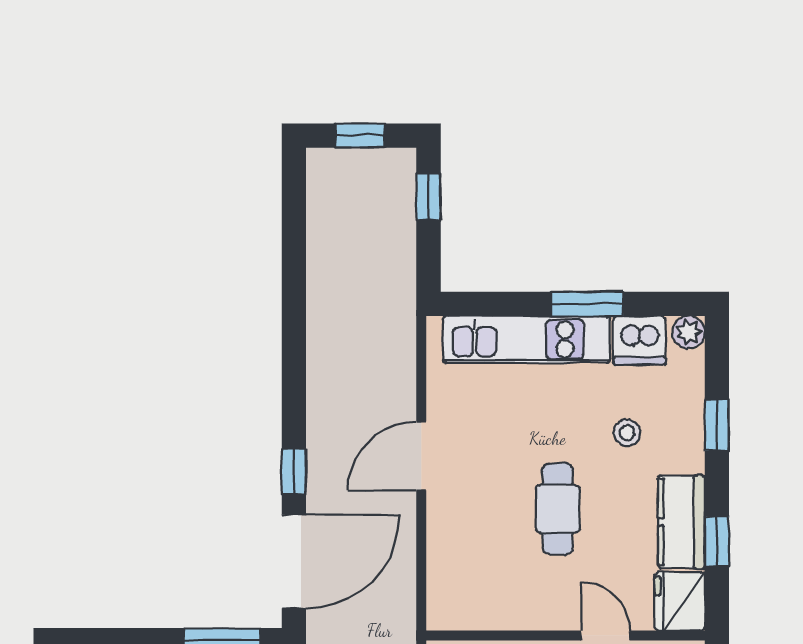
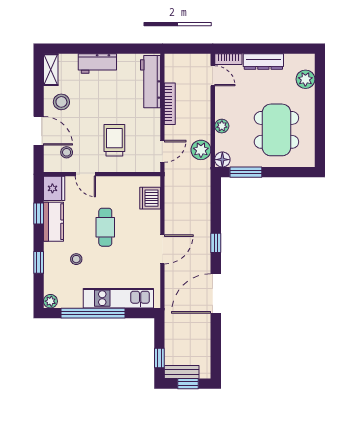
bench: (375, 163) -> (182, 372), added
window: (587, 304) -> (93, 313), width x2.11
dishwasher: (639, 340) -> (150, 198), moved, turned -90
door: (294, 561) -> (216, 293), moved

